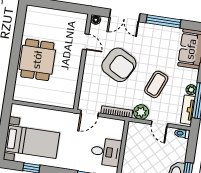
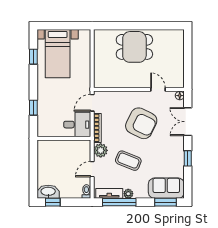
window: (163, 21) -> (188, 158), width x0.46
door: (86, 42) -> (158, 89), swing flipped
armchair: (119, 65) -> (141, 123), turned -92
door: (89, 113) -> (92, 103), hinge flipped
desk: (106, 152) -> (77, 125), moved, turned -90

